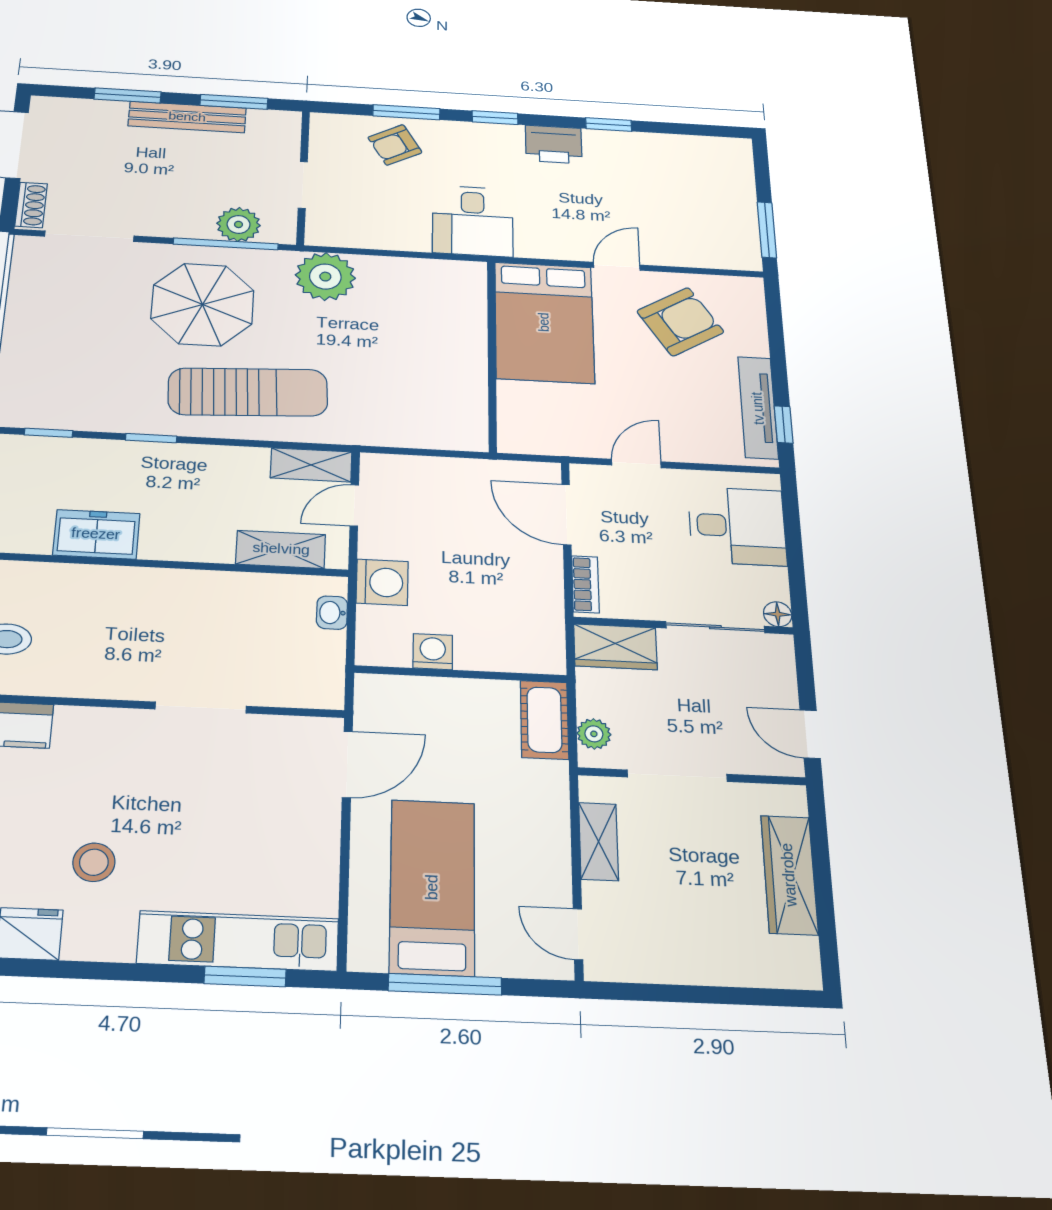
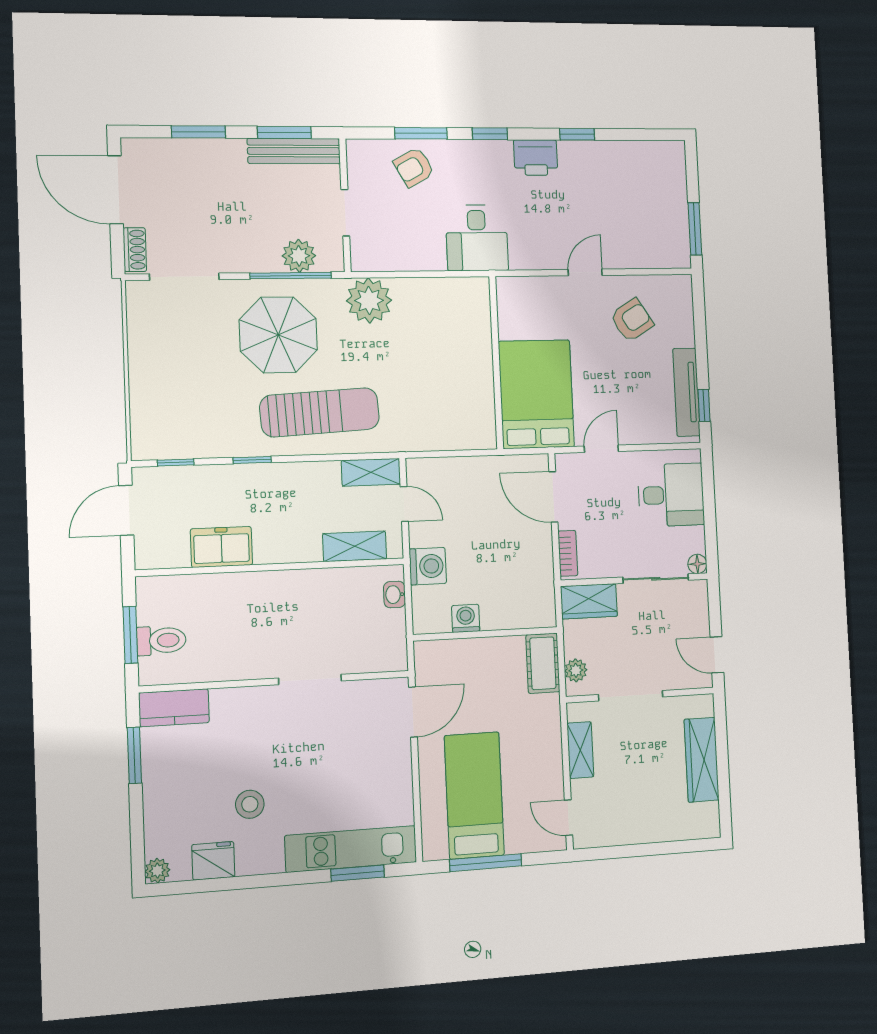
bench: (187, 117) -> (294, 151), moved
bed: (544, 322) -> (536, 394), moved, turned 180
armchair: (680, 322) -> (632, 320), width x0.72, depth x0.72
door: (354, 505) -> (404, 504), swing flipped

